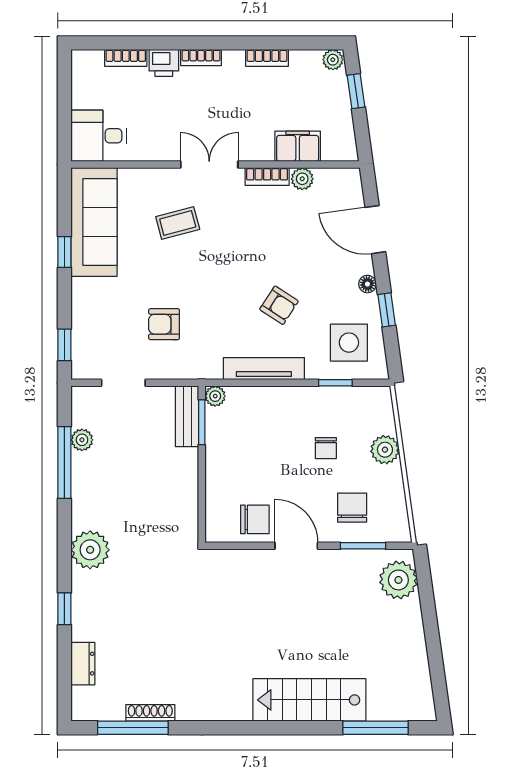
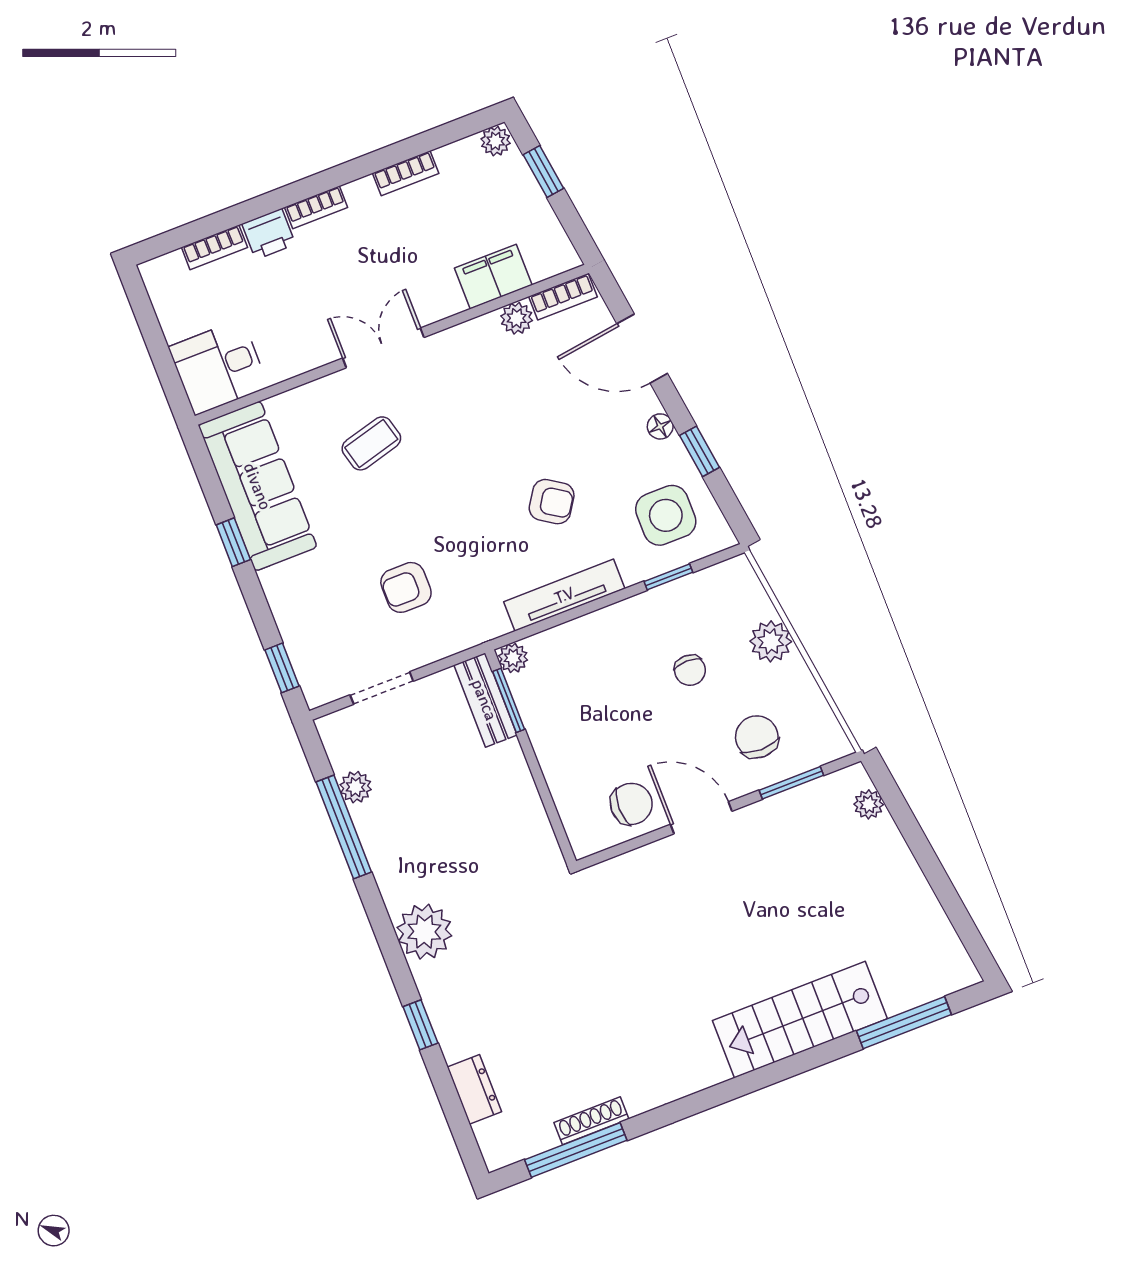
bookcase: (267, 176) -> (563, 297), moved
plant: (398, 580) -> (869, 804), width x0.53, depth x0.53

